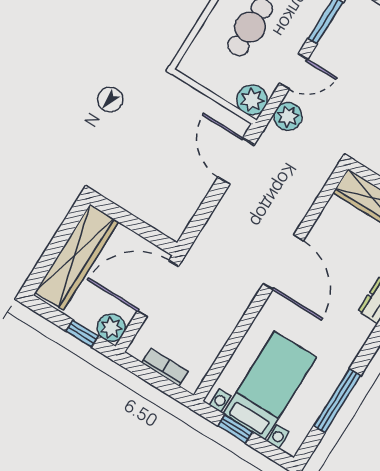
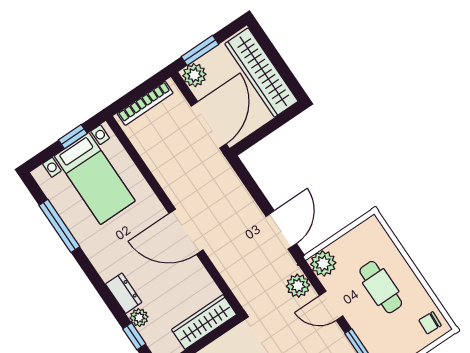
door: (294, 71) -> (331, 306), hinge flipped
door: (236, 161) -> (281, 230), hinge flipped
window: (82, 333) -> (200, 50), width x1.50
bookcase: (165, 367) -> (145, 103), width x1.56

